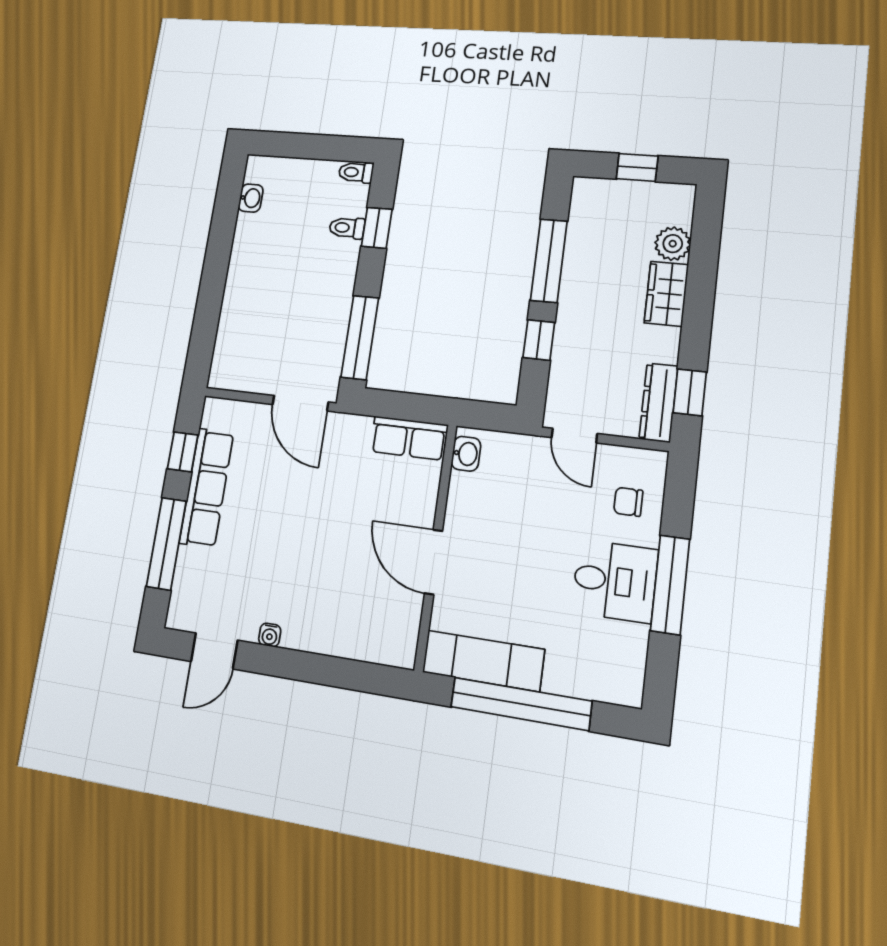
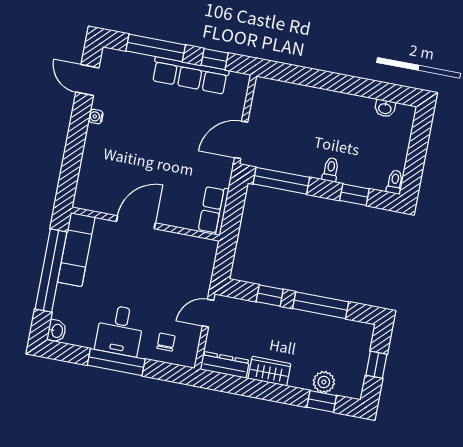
toilet: (347, 228) -> (331, 170), moved
wardrobe: (666, 294) -> (269, 371), moved
window: (690, 392) -> (322, 401), moved
washbasin: (466, 454) -> (57, 331), moved, turned -90

